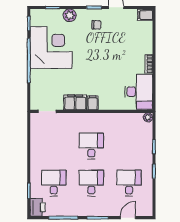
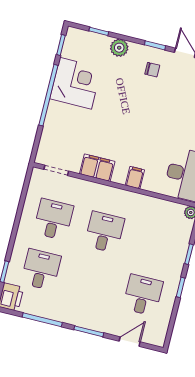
corner desk: (51, 47) -> (76, 83), width x0.74, depth x0.74
filing cabinet: (93, 103) -> (135, 178), moved
desk: (91, 183) -> (53, 219), moved

